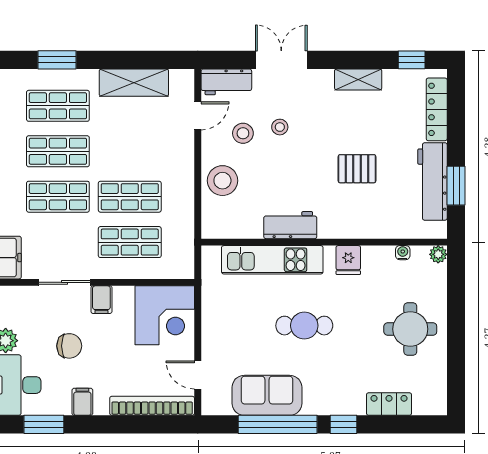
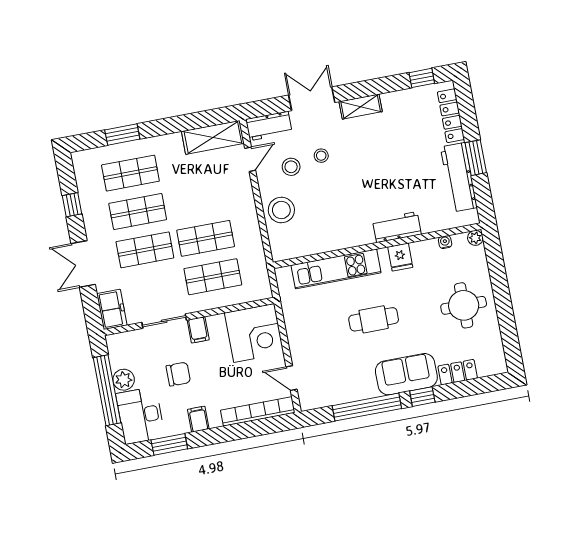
shelving: (358, 79) -> (361, 107), moved
shelving: (134, 83) -> (213, 137), moved
pallet: (357, 169) -> (393, 179), removed
window: (456, 186) -> (476, 158), moved
workbench: (290, 225) -> (397, 227), moved
sofa: (267, 395) -> (406, 374), moved

